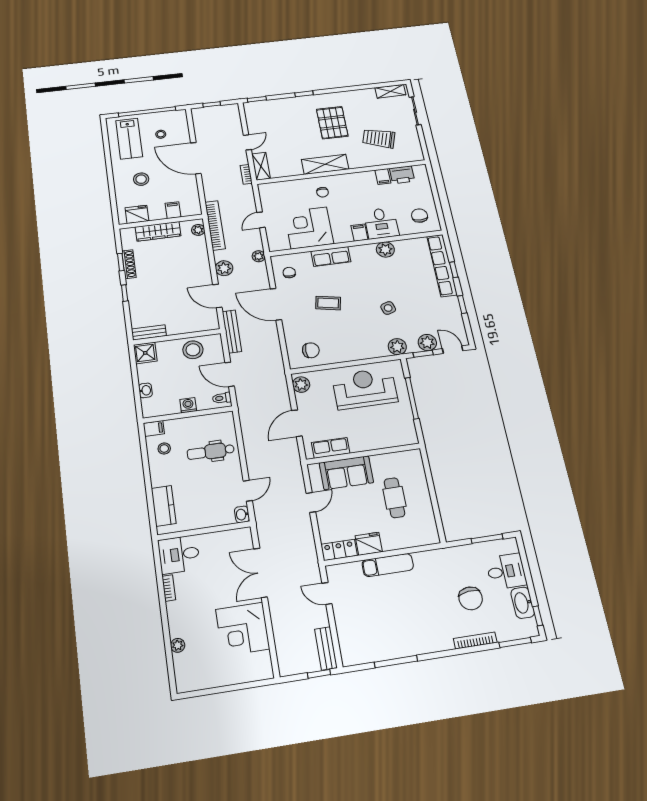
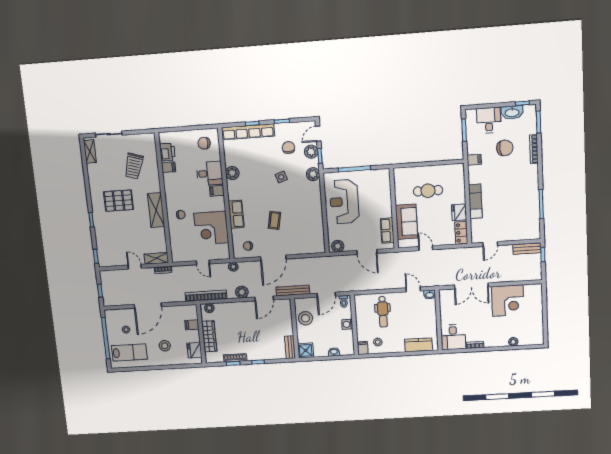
chair: (311, 350) -> (289, 148), moved
filing cabinet: (448, 557) -> (474, 160), added

